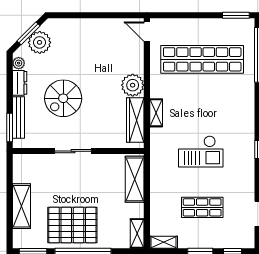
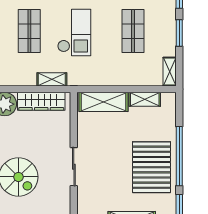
shop shelf: (202, 109) -> (29, 31), added
shelving: (156, 113) -> (52, 79), moved
shelving: (137, 233) -> (145, 99), moved

